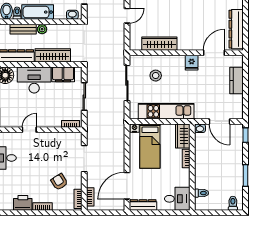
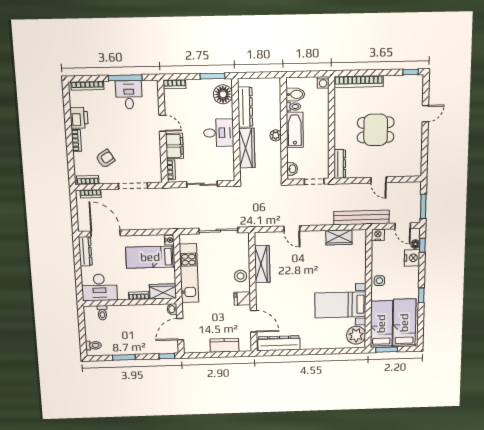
bench: (23, 29) -> (275, 114), removed
filing cabinet: (63, 74) -> (174, 146), moved, turned 180
stool: (156, 76) -> (241, 276), moved
desk: (34, 80) -> (219, 133), width x0.73
desk: (177, 199) -> (99, 287), width x1.37

